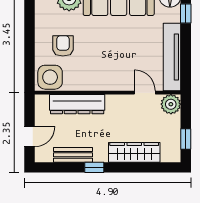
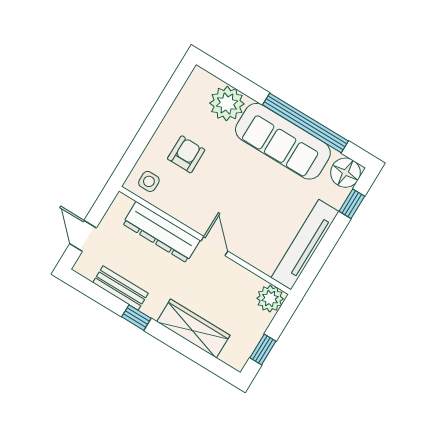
side table: (50, 77) -> (149, 181), width x0.54, depth x0.54
door: (145, 93) -> (214, 246), moved
door: (30, 136) -> (83, 236), swing flipped

